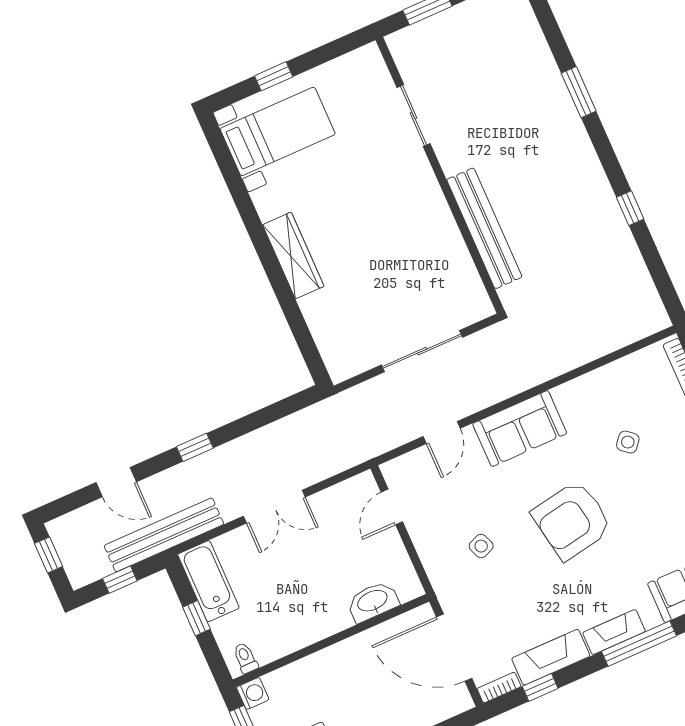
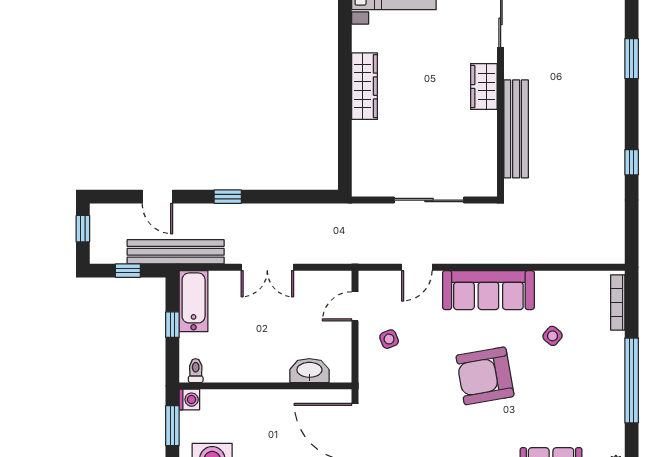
wardrobe: (427, 197) -> (484, 87), added
sofa: (520, 429) -> (488, 290), width x1.36
side table: (481, 546) -> (389, 339), moved

